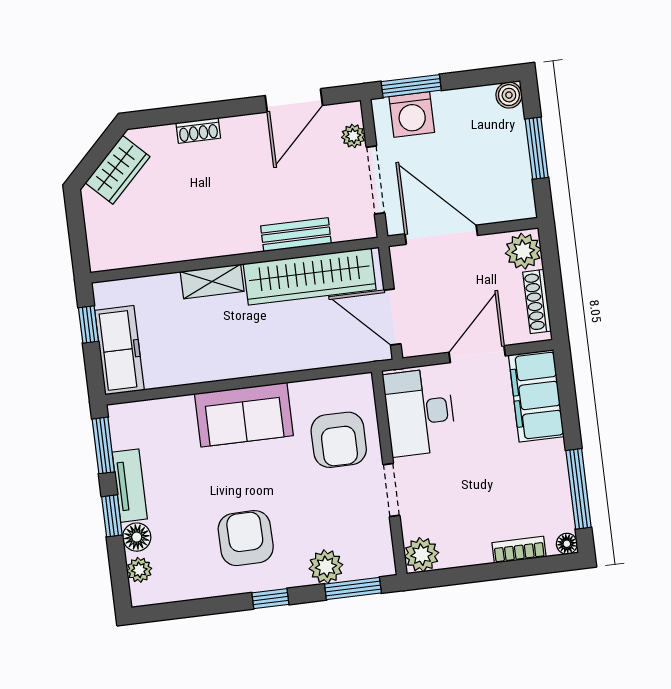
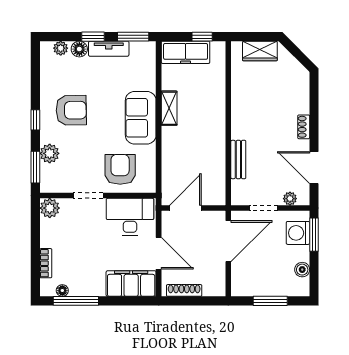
boiler: (509, 95) -> (302, 270), moved
shoe rack: (198, 131) -> (304, 127), moved
wardrobe: (118, 170) -> (260, 51), moved, turned -45
doorway: (376, 180) -> (264, 208), width x0.73
plant: (523, 251) -> (213, 286), removed
wardrobe: (310, 277) -> (214, 164), removed
shelving: (212, 281) -> (169, 108), moved
armchair: (339, 440) -> (120, 169), turned 90
floor lamp: (567, 544) -> (62, 290), moved

